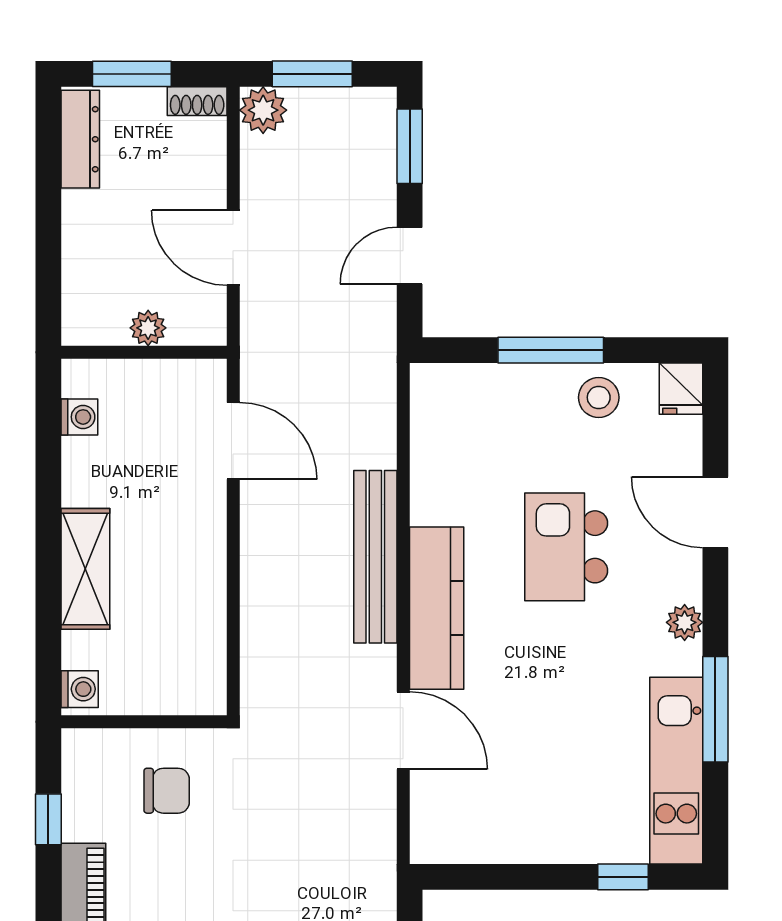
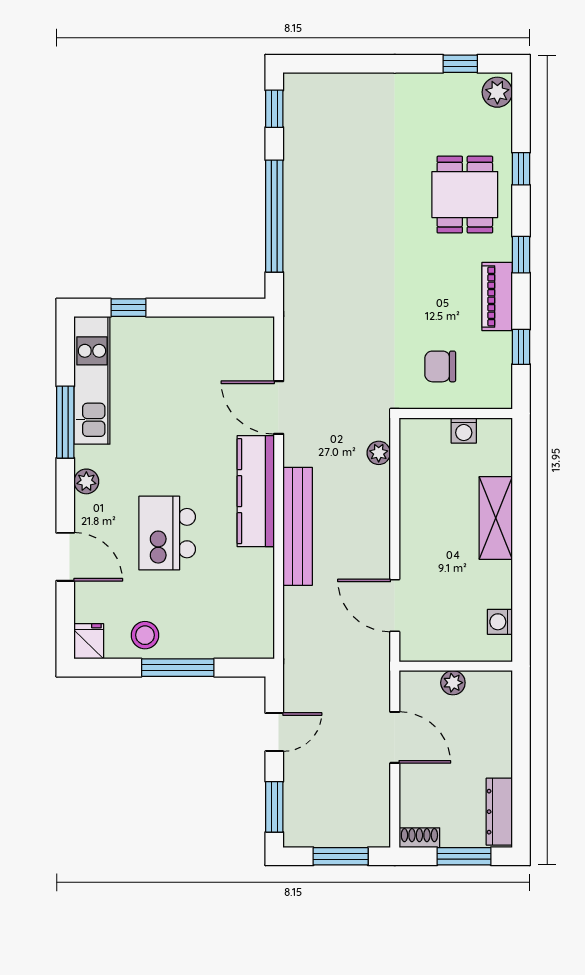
plant: (263, 110) -> (379, 453), moved, width x0.73, depth x0.73
kitchen island: (566, 547) -> (167, 533), turned 180
washing machine: (80, 689) -> (464, 431), moved, turned -90

